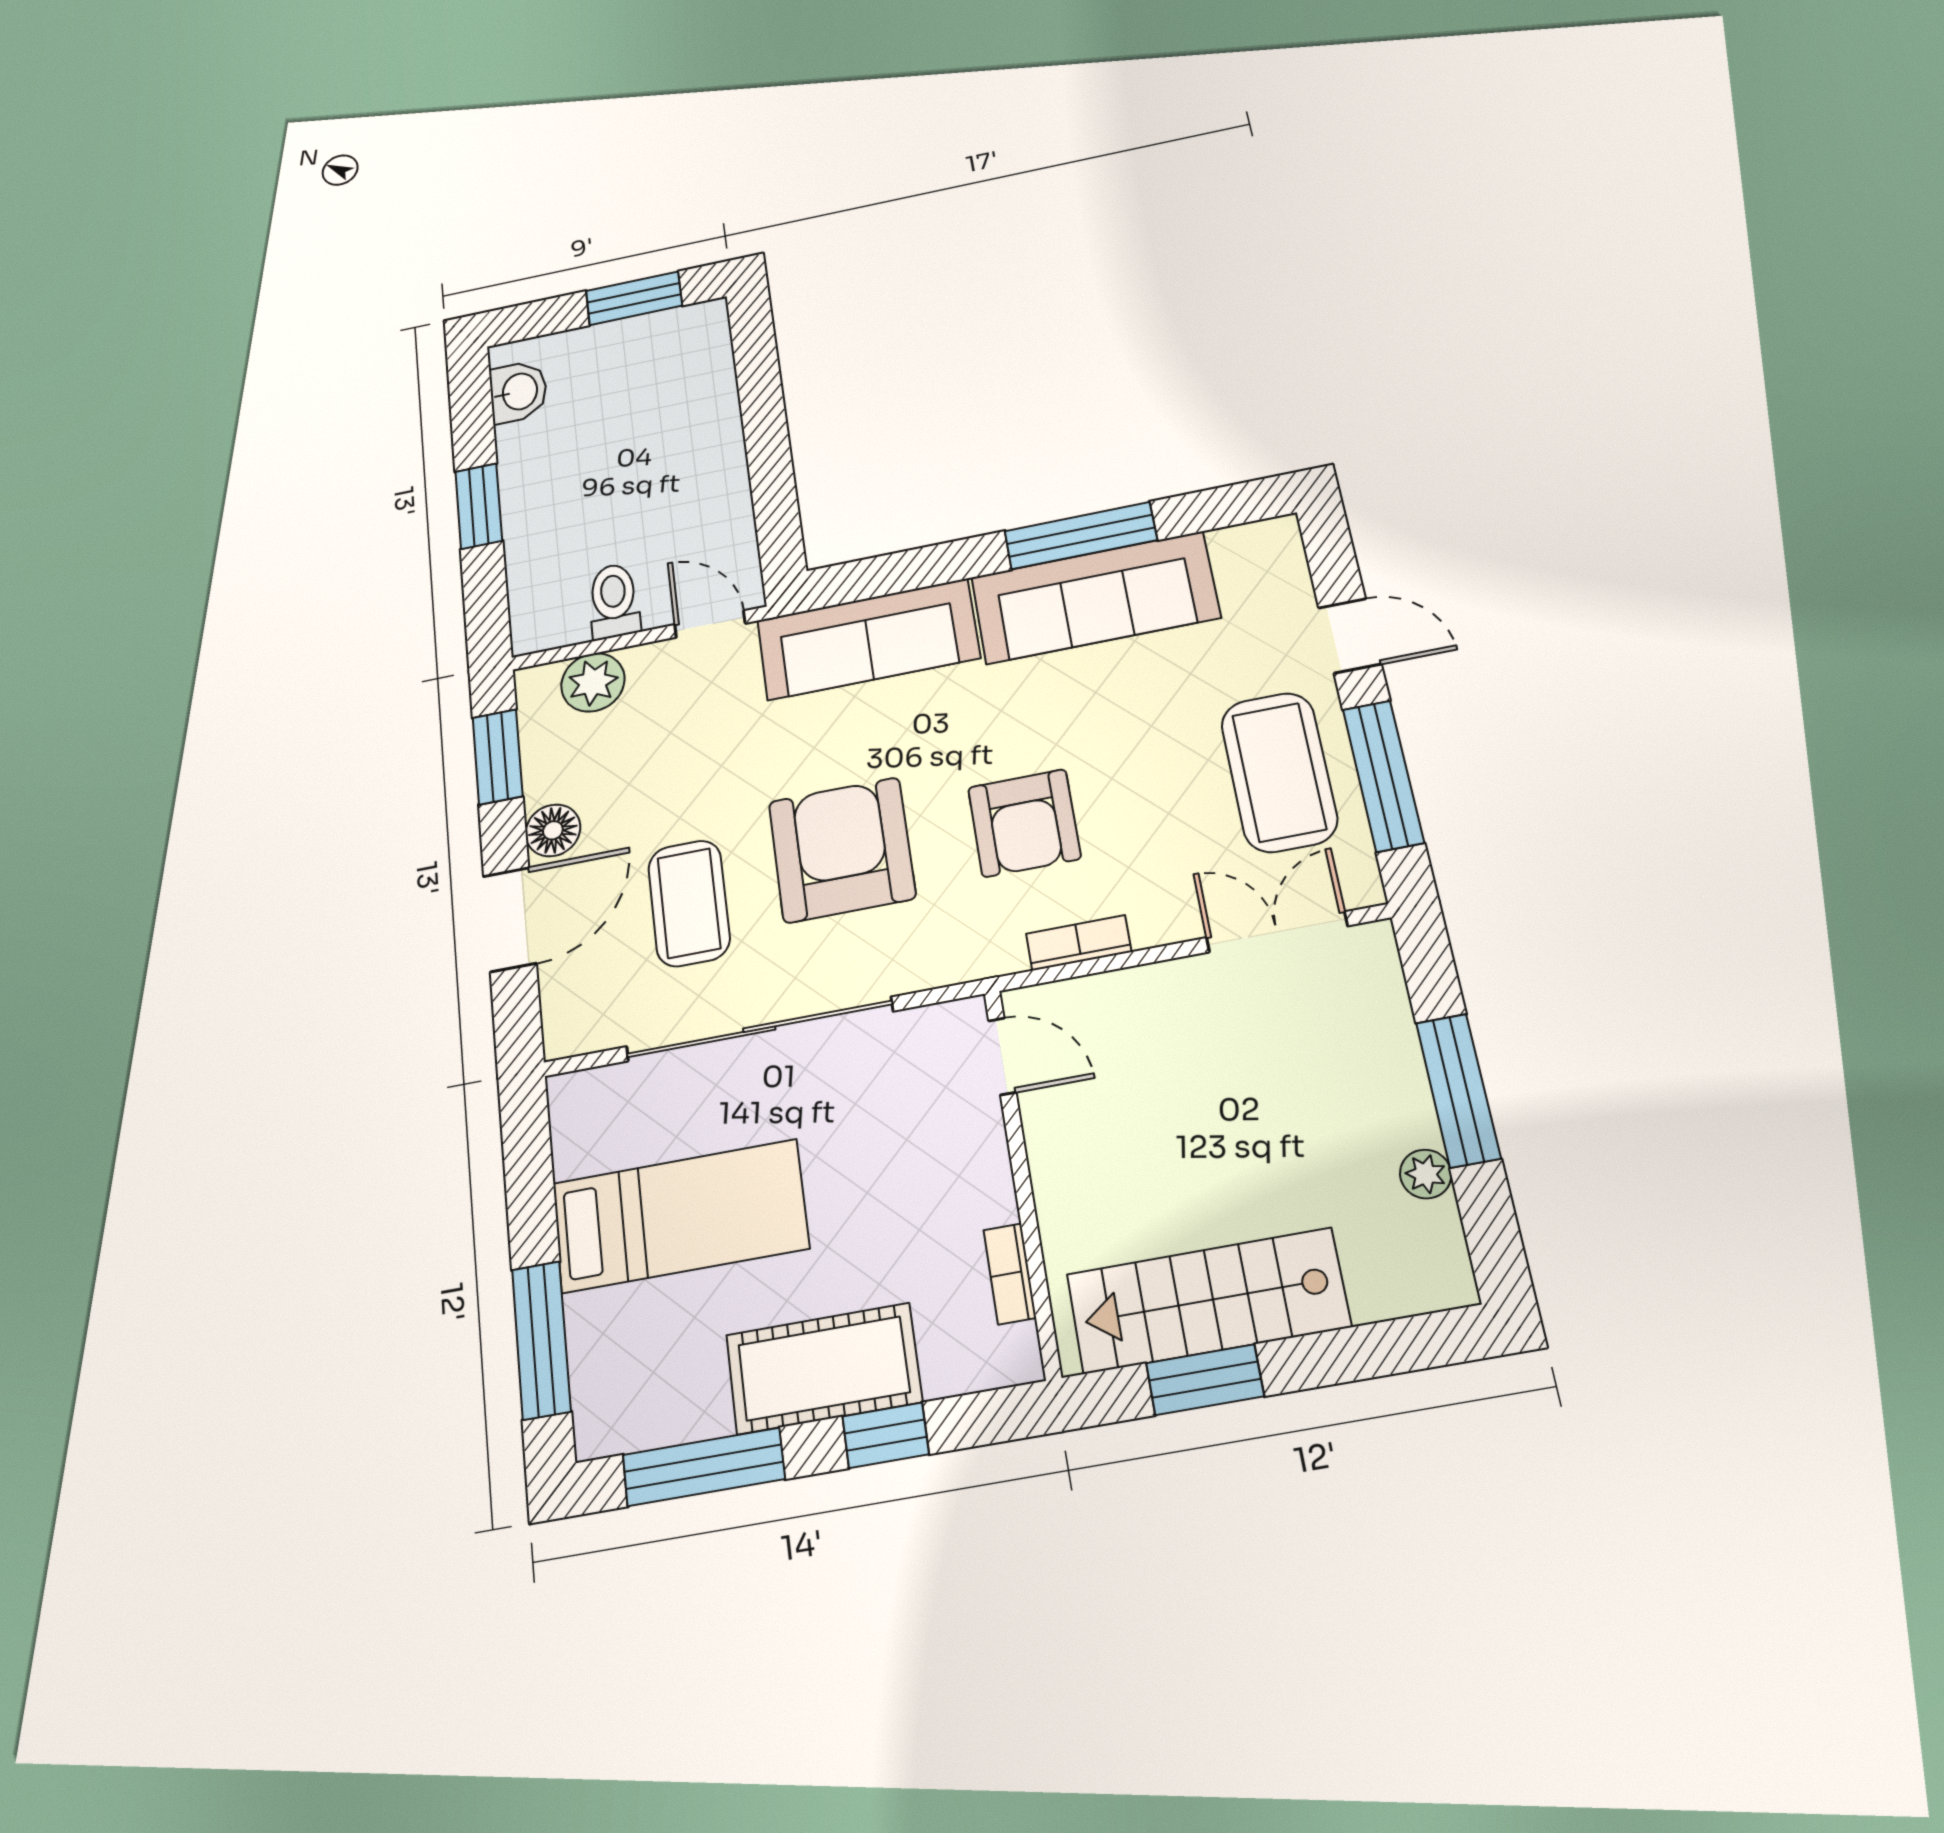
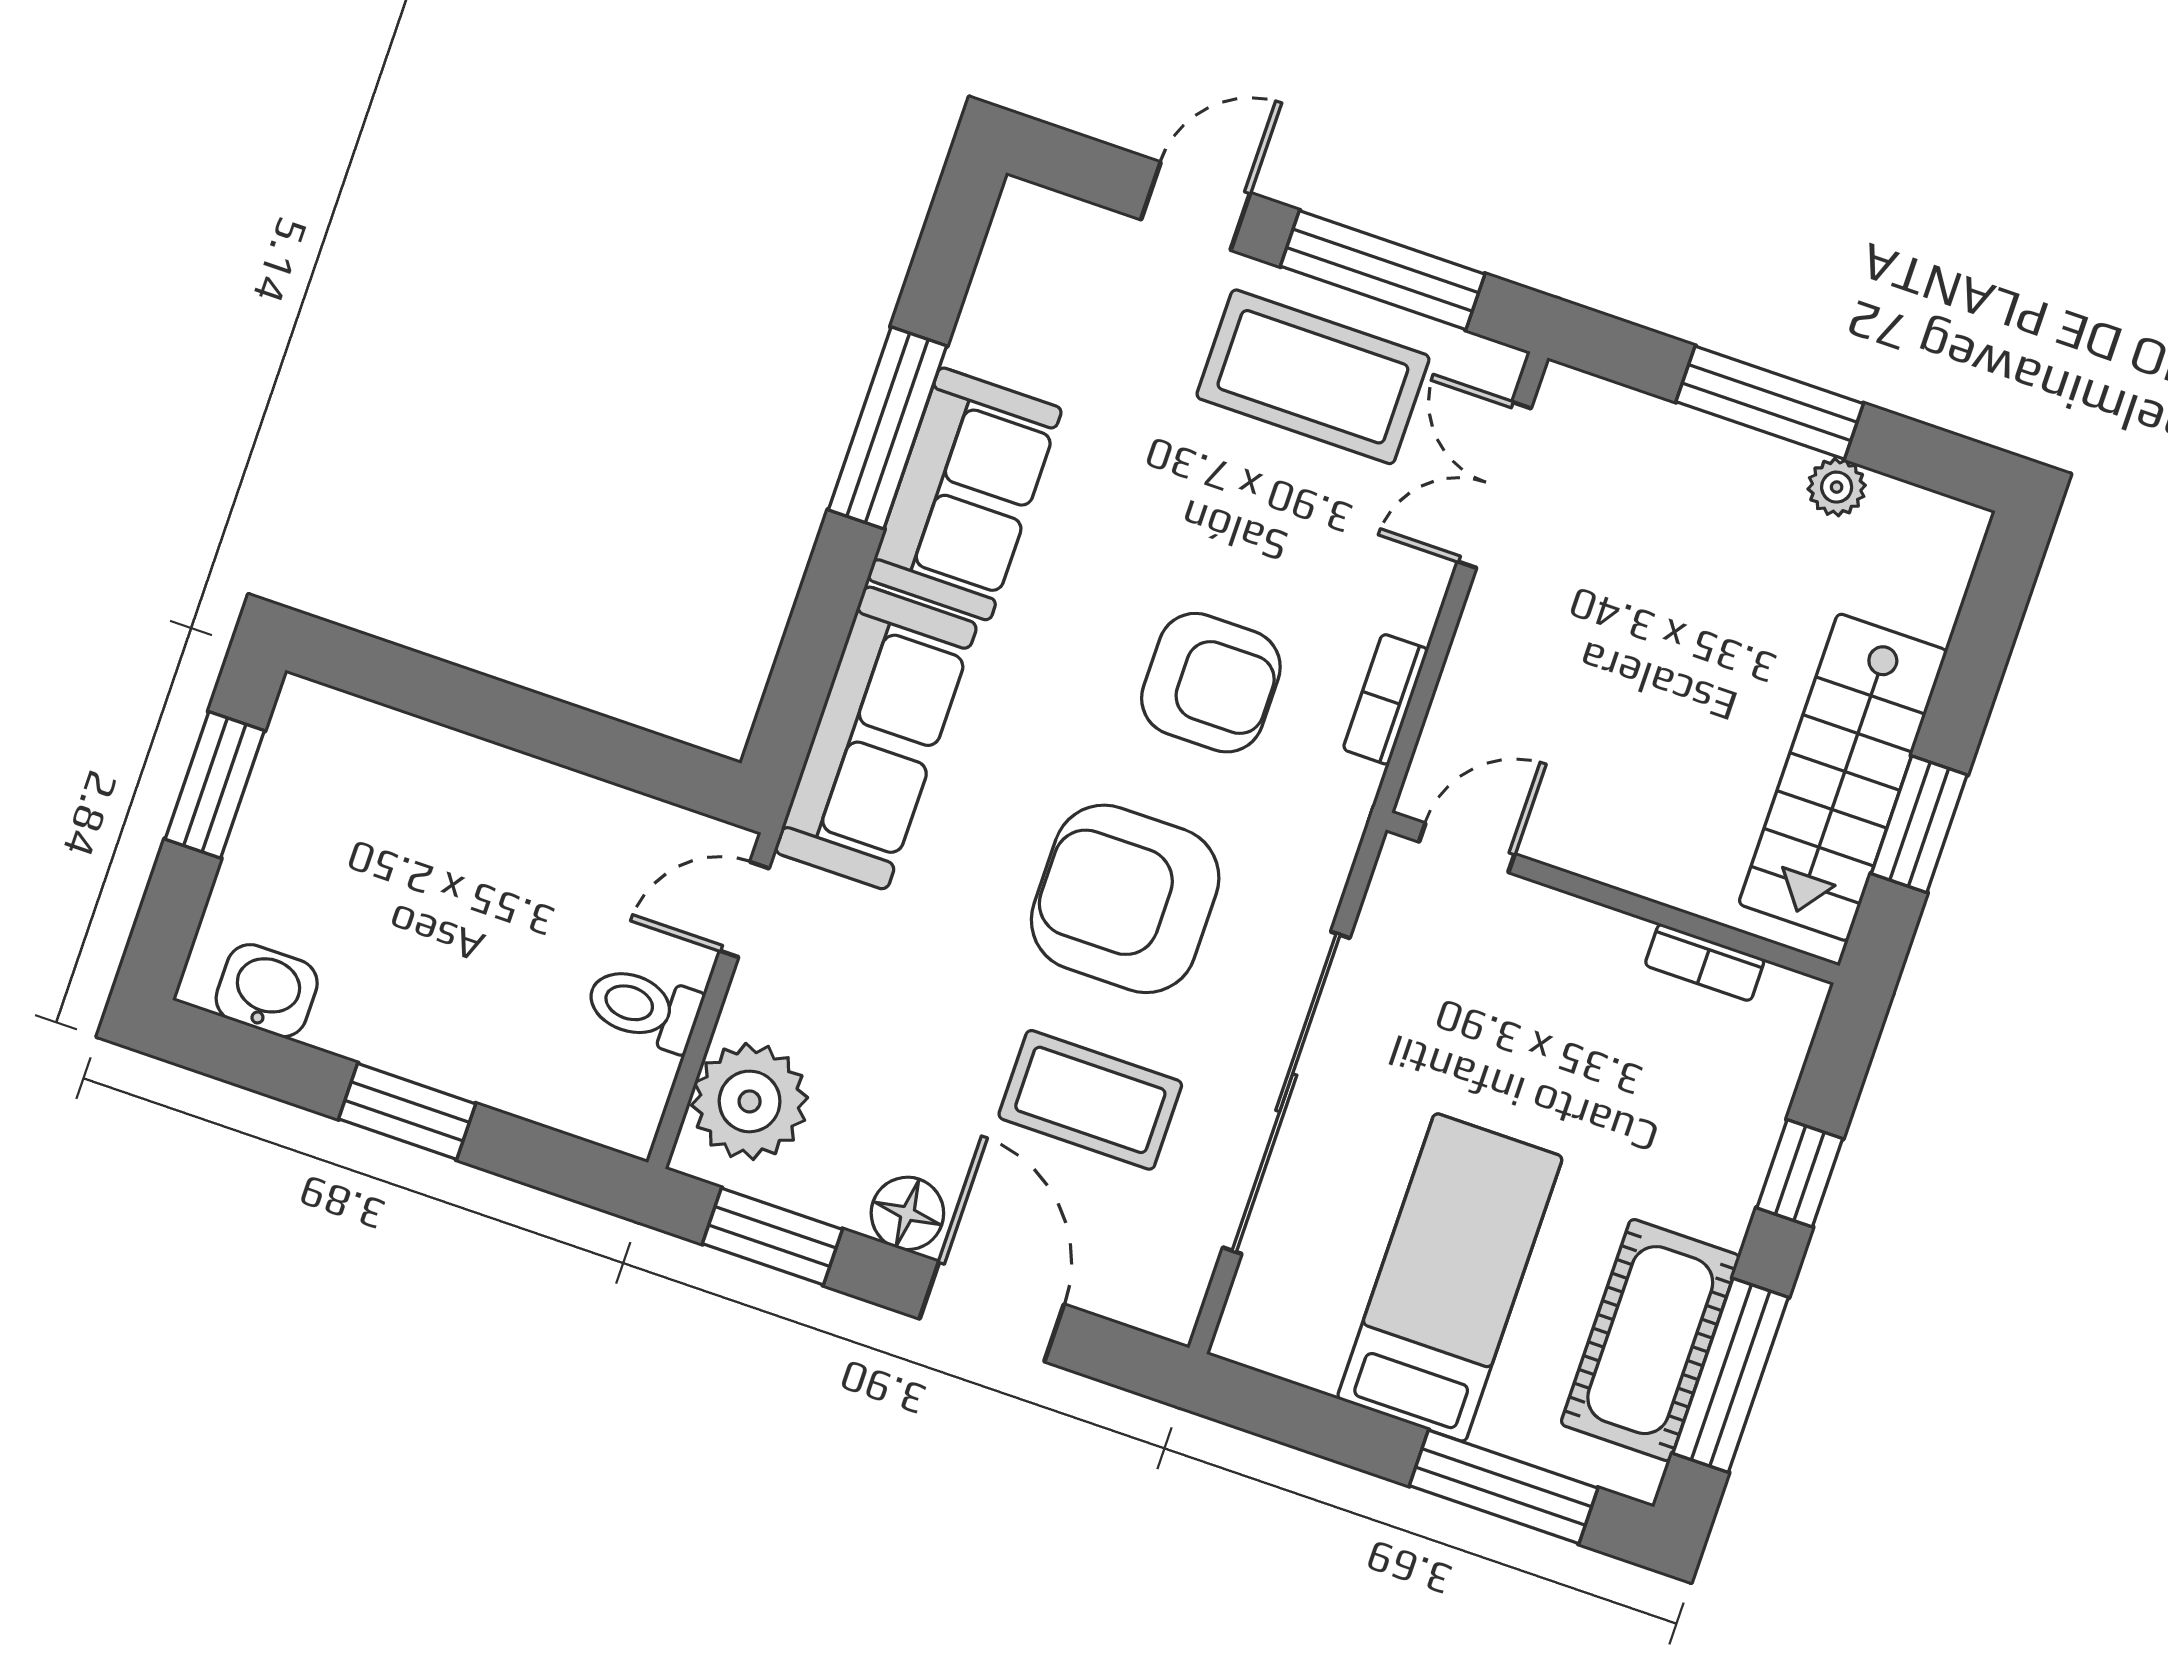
sofa: (1095, 597) -> (965, 494), width x0.73
plant: (593, 682) -> (750, 1101), width x1.36, depth x1.36
cot: (824, 1368) -> (1650, 1340), moved

